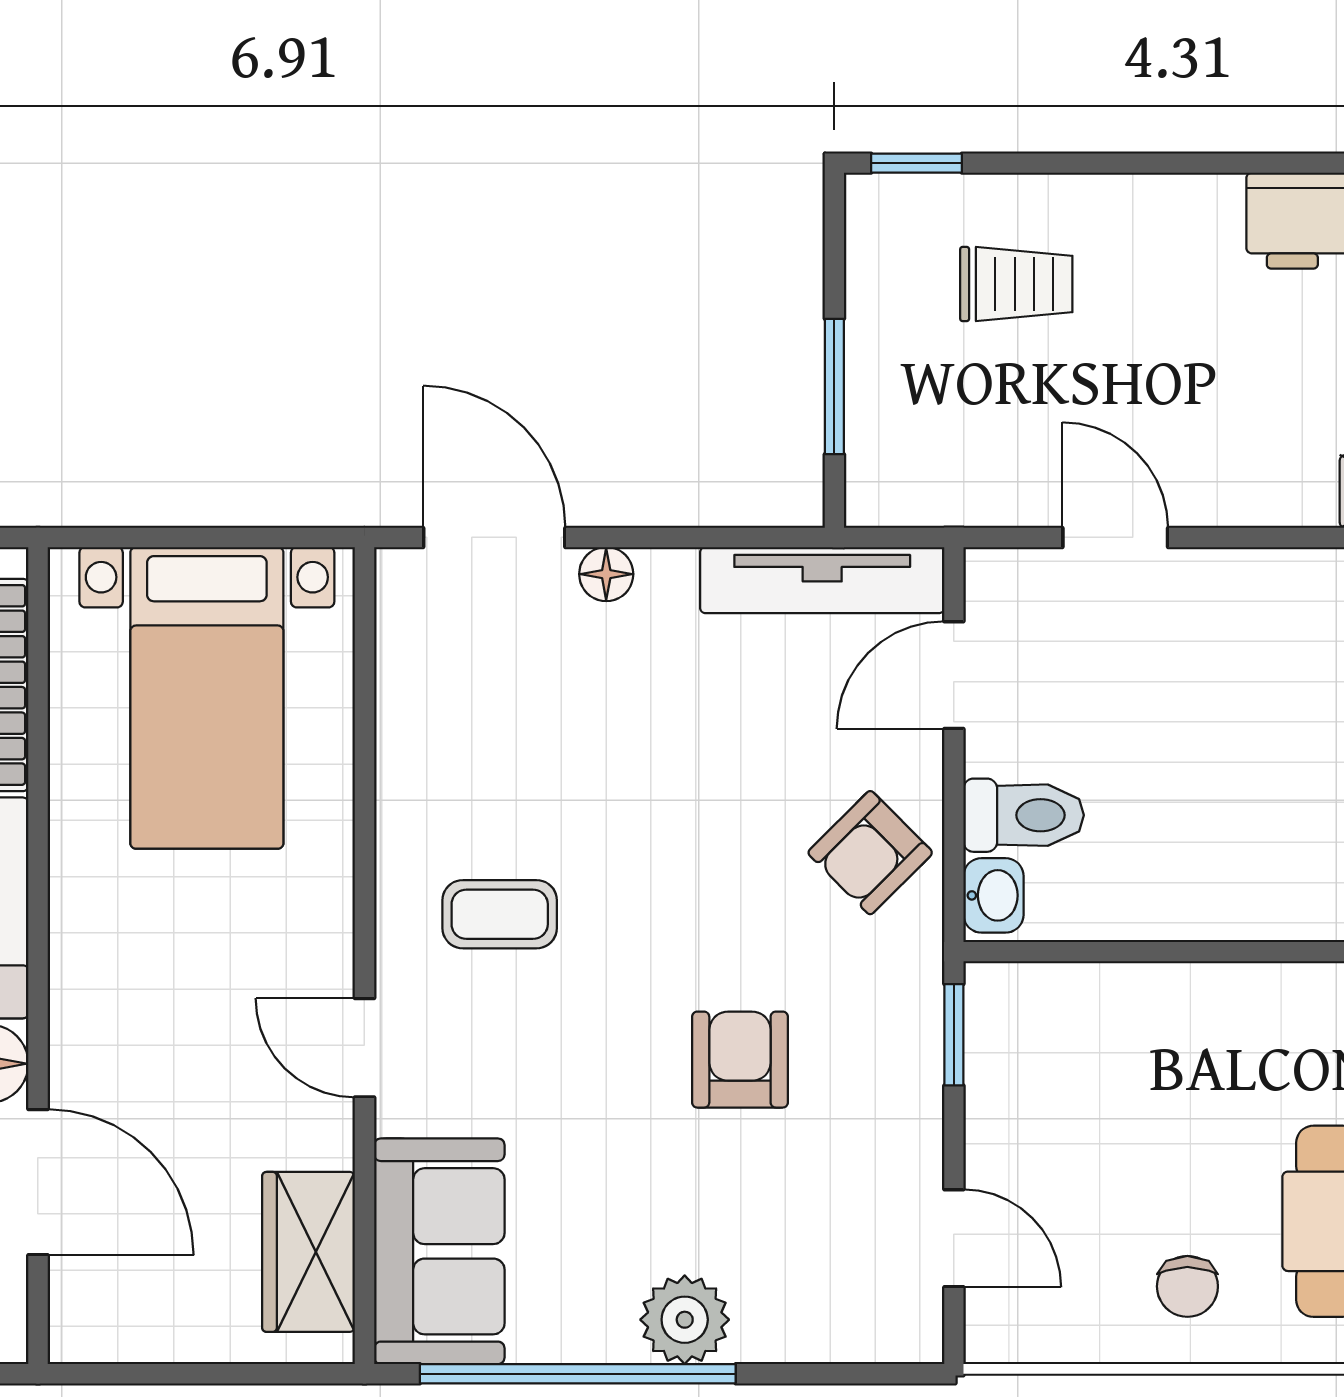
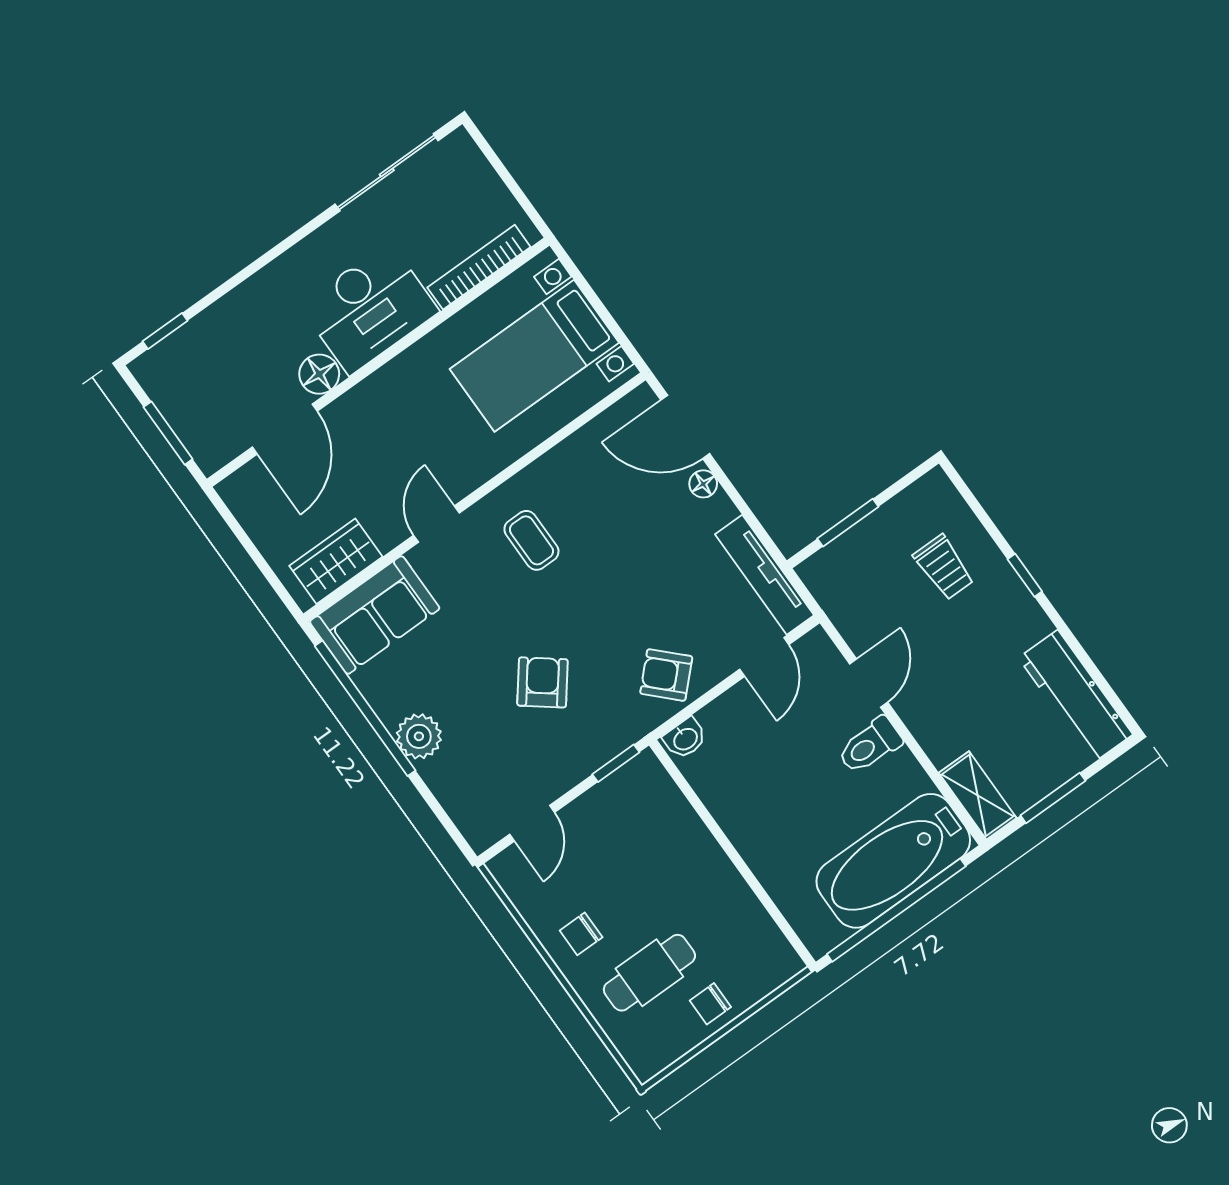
window: (916, 163) -> (1025, 575), moved
door: (494, 537) -> (685, 427), swing flipped
door: (954, 675) -> (764, 657), swing flipped
toilet: (1024, 815) -> (870, 745), moved, turned 90
armchair: (740, 1060) -> (542, 682), turned -52

